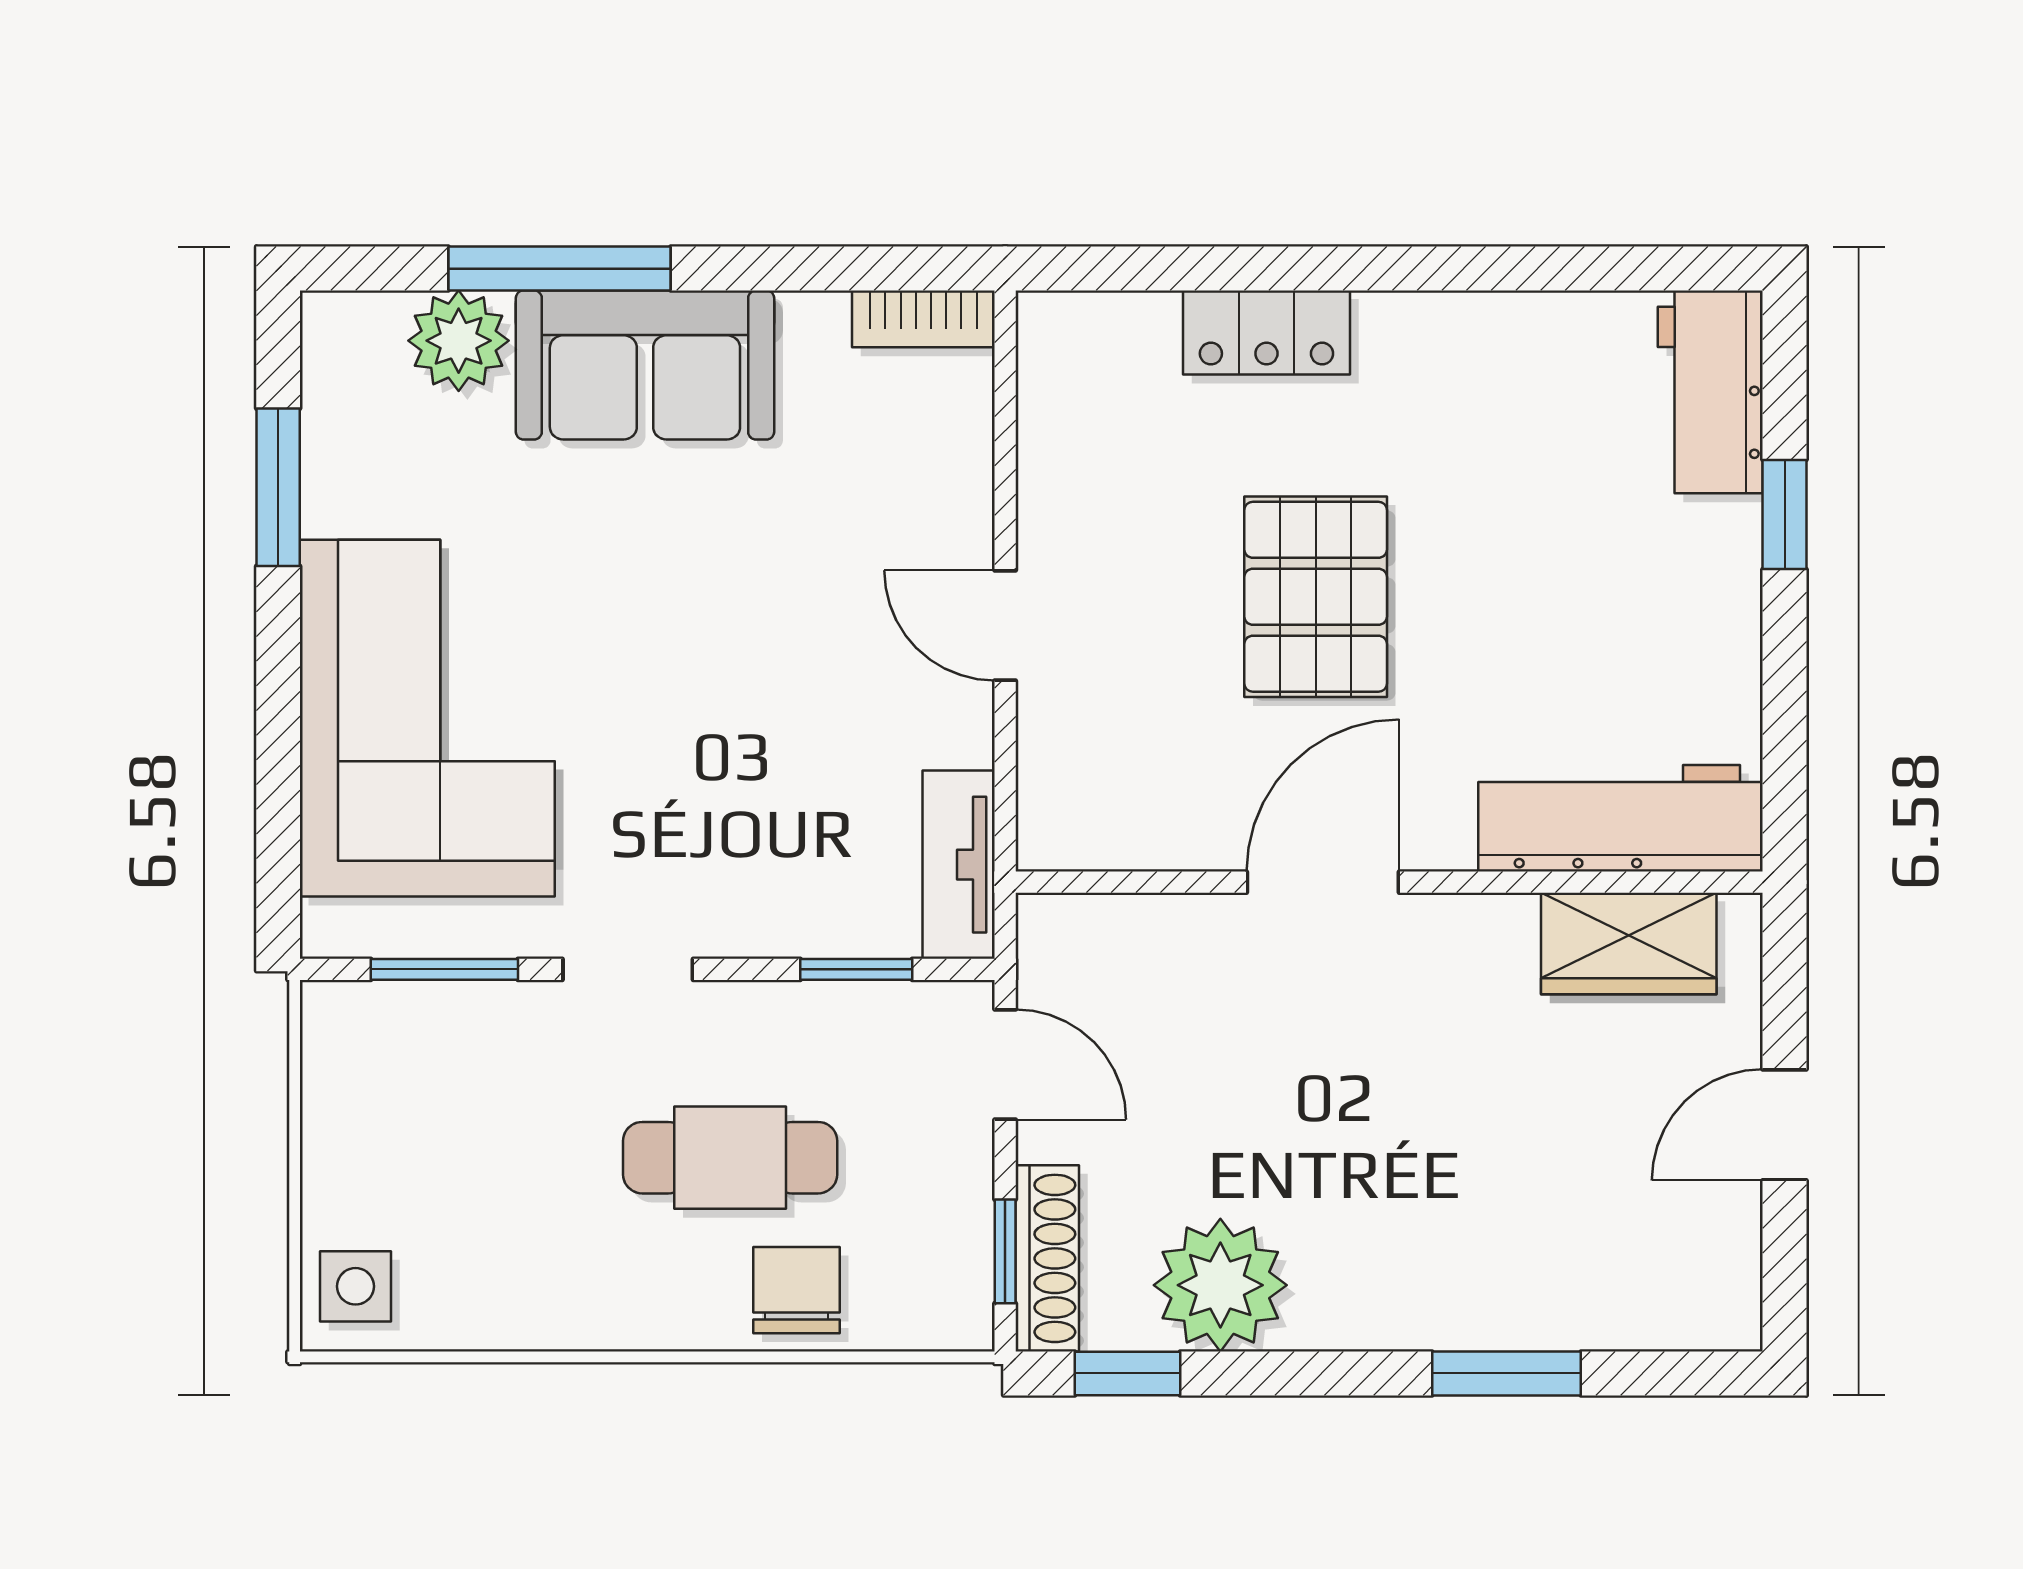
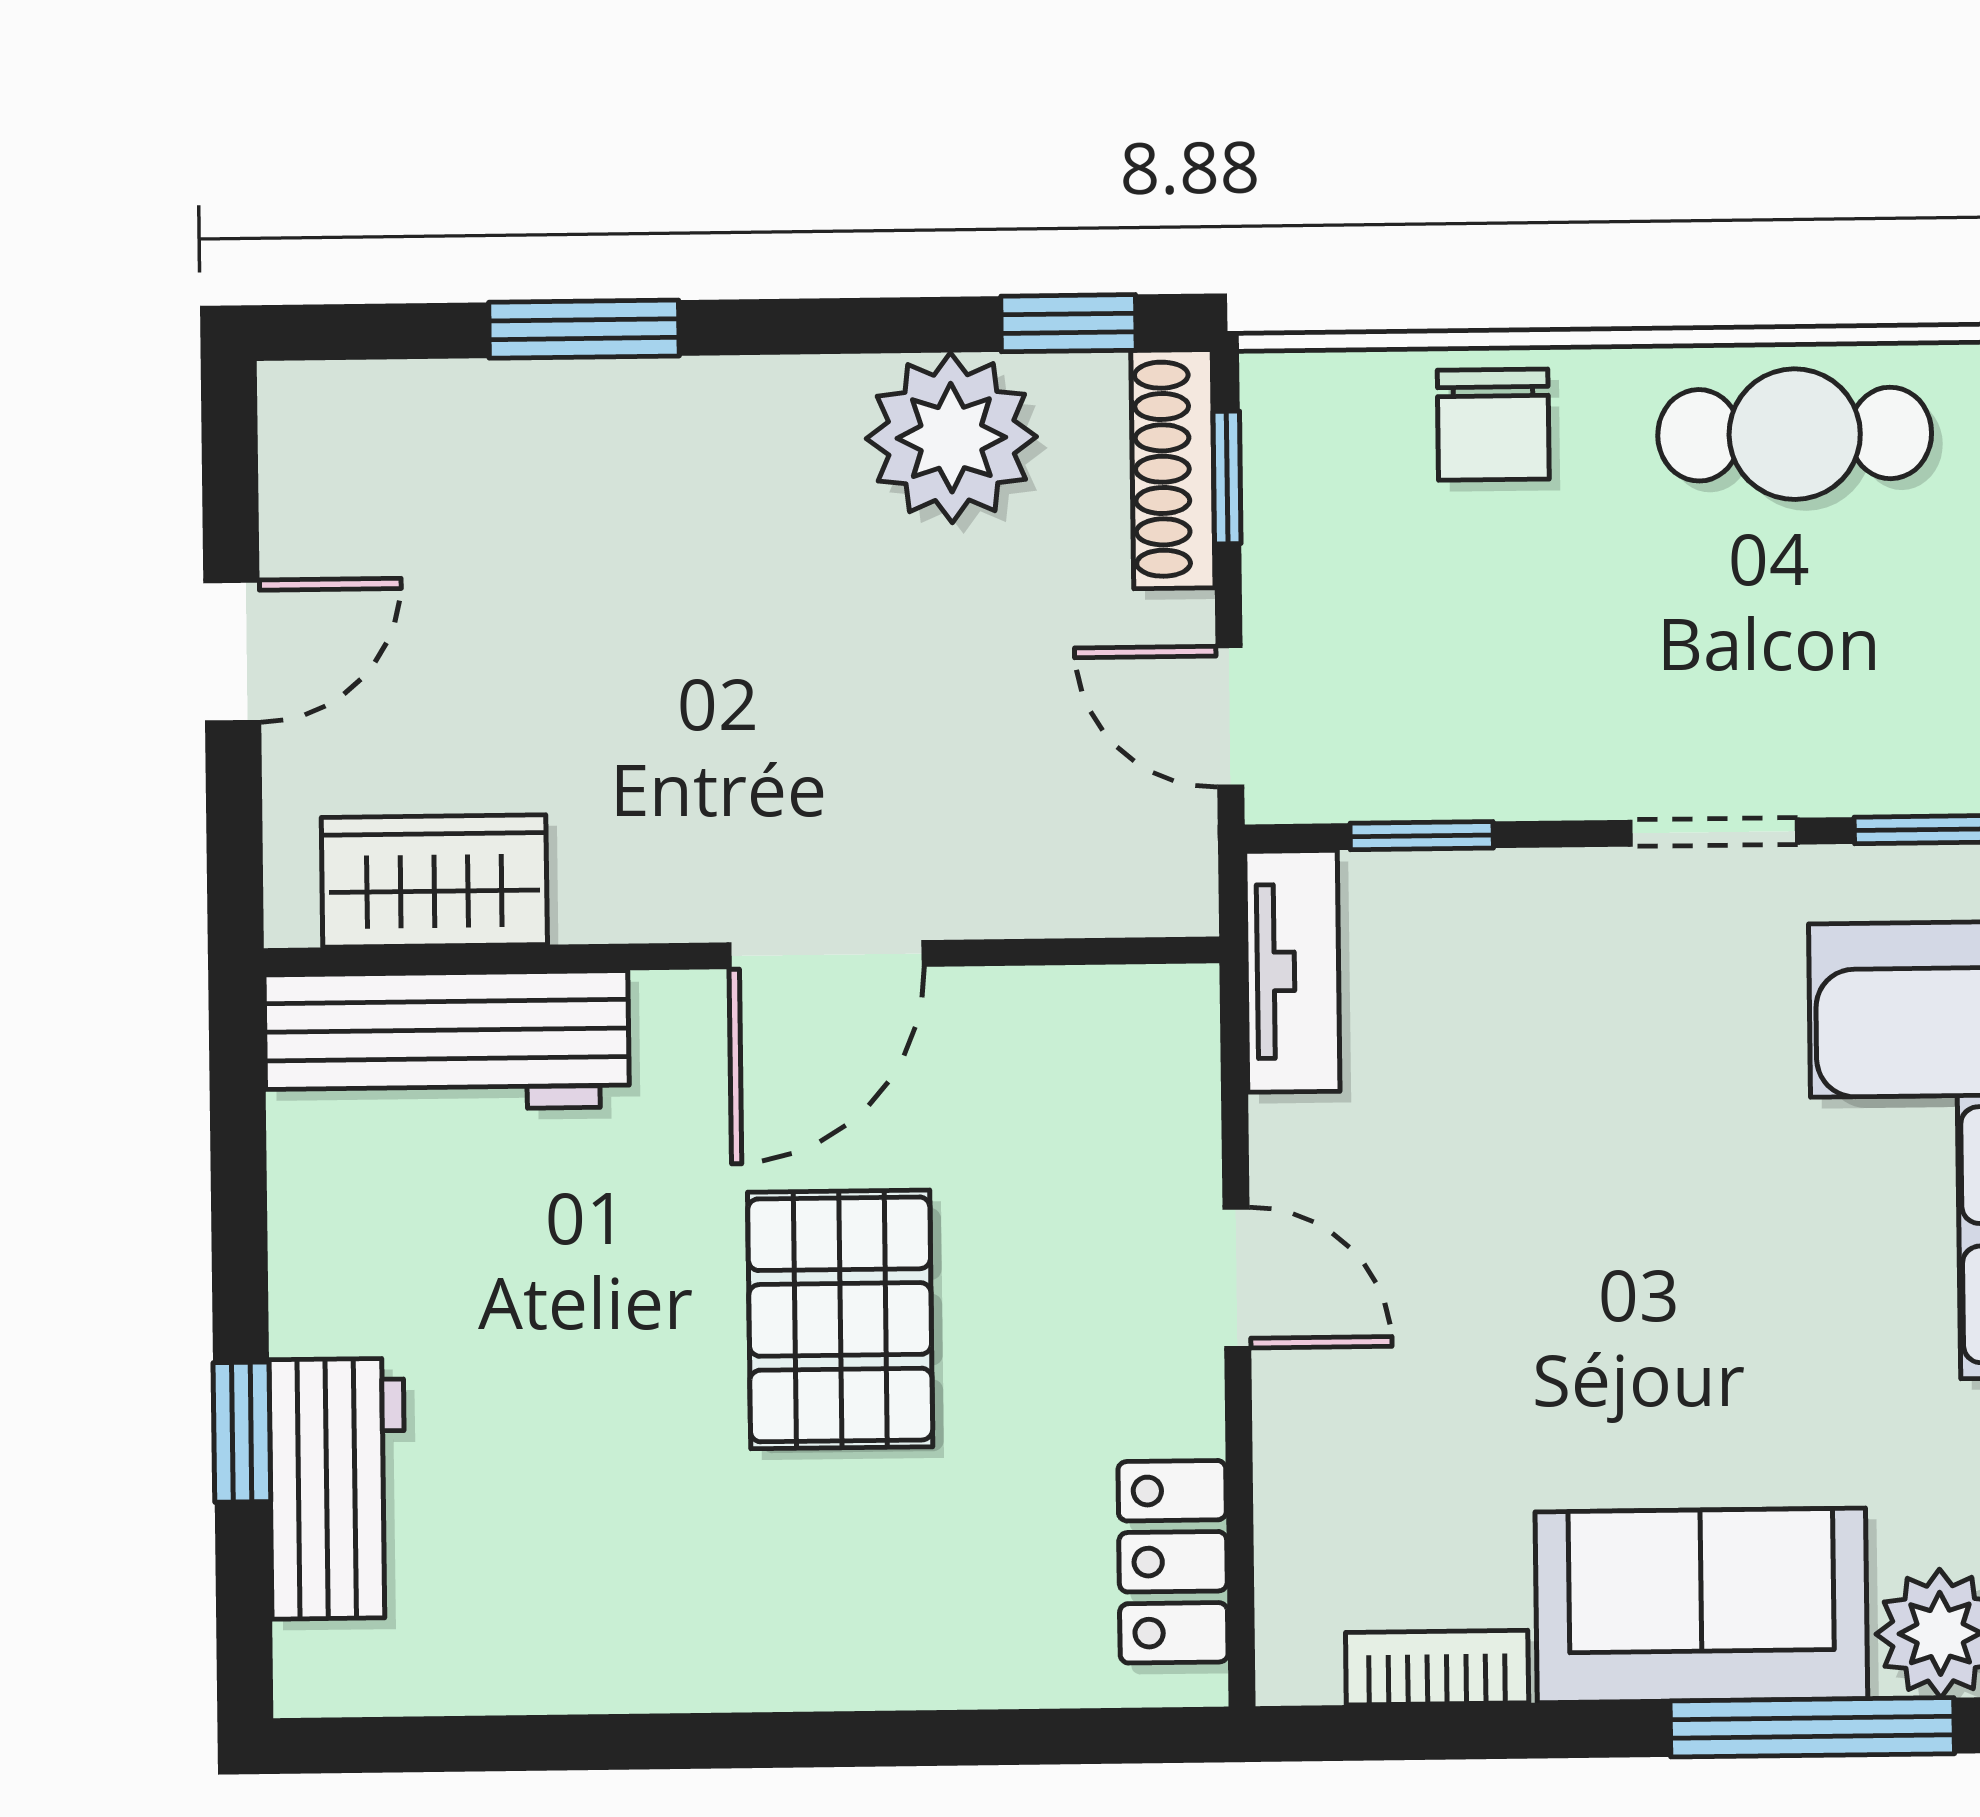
bookcase: (923, 319) -> (1437, 1668), moved
locker: (1266, 332) -> (1173, 1562), moved, turned -90
workbench: (1710, 392) -> (338, 1489), moved
cafe table: (730, 1158) -> (1795, 434), moved

